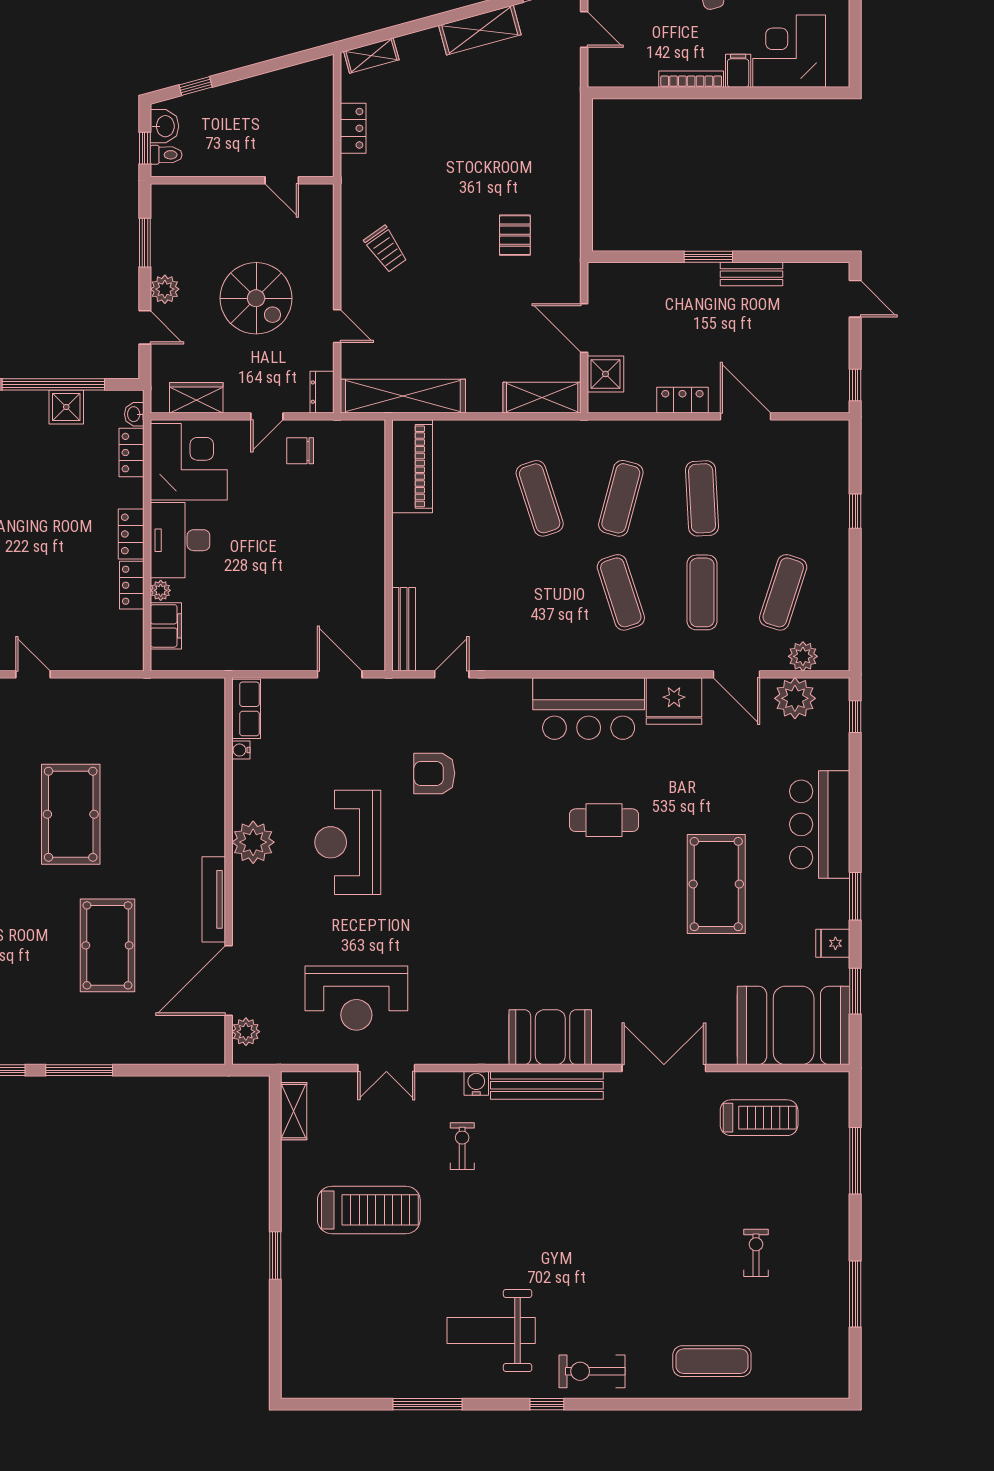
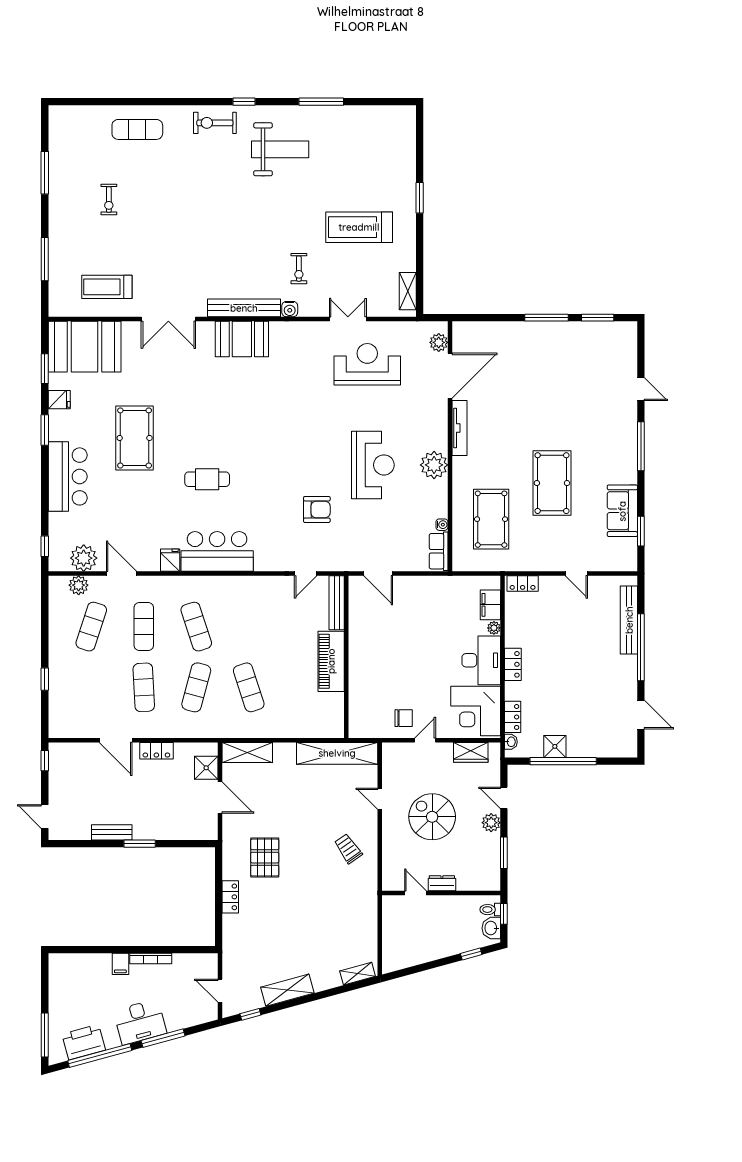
corner desk: (789, 51) -> (87, 977), removed
locker: (353, 128) -> (230, 897), moved, turned 180
pallet: (515, 235) -> (265, 858), width x1.50, depth x1.42
dresser: (322, 392) -> (442, 883), moved, turned -90
piano: (412, 466) -> (331, 661), moved
locker: (132, 585) -> (523, 584), moved, turned 90
fridge: (674, 701) -> (170, 560), width x0.53, depth x0.75
pool table: (107, 945) -> (491, 519), moved
exercise bike: (592, 1371) -> (215, 123), turned 180

